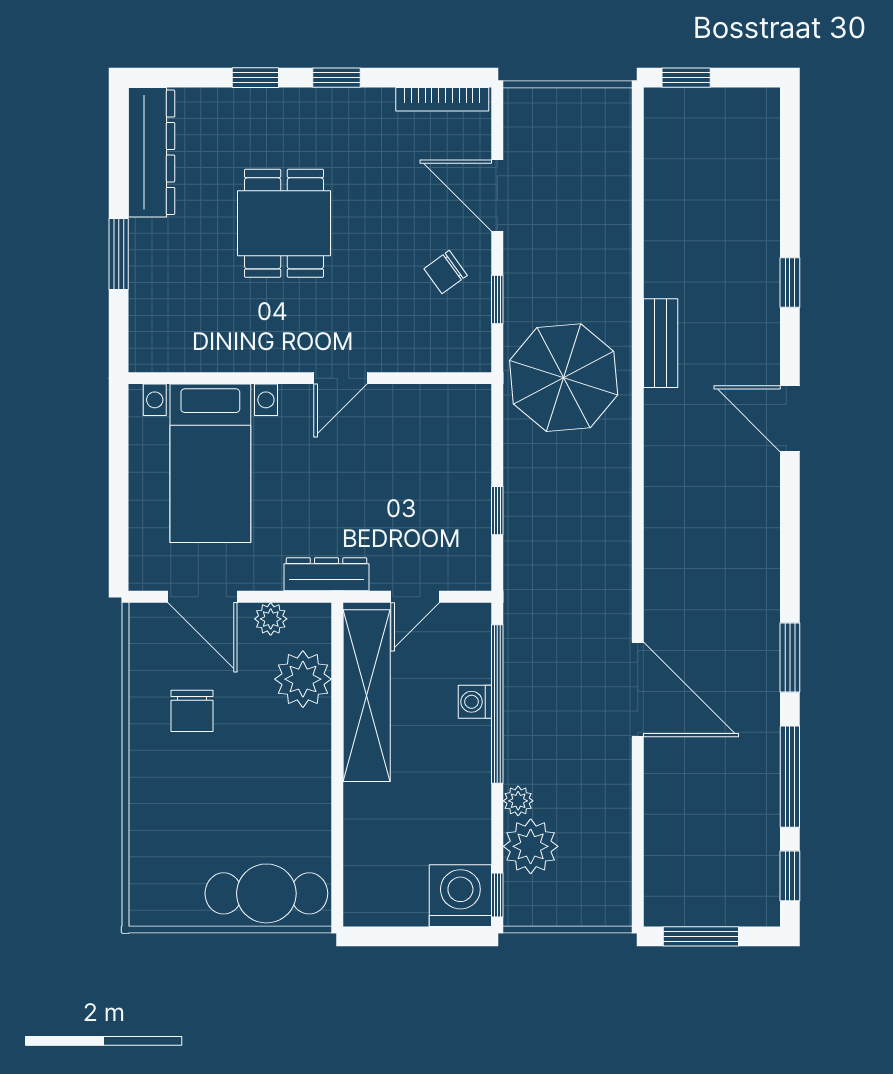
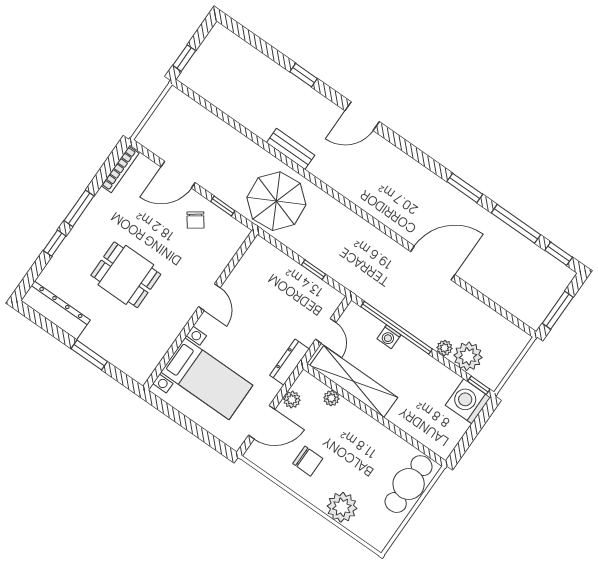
window: (337, 78) -> (79, 208), width x1.50
plant: (303, 679) -> (331, 398), width x0.53, depth x0.53
plant: (157, 815) -> (342, 507), added

